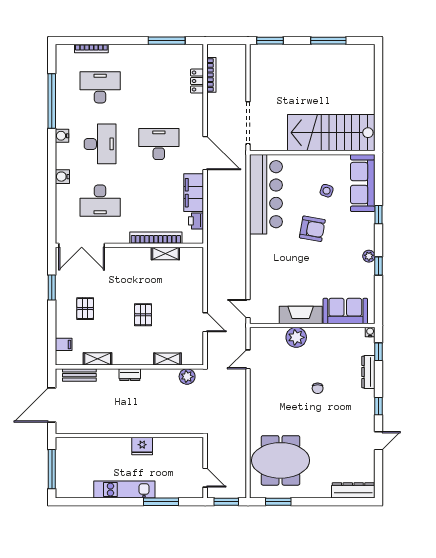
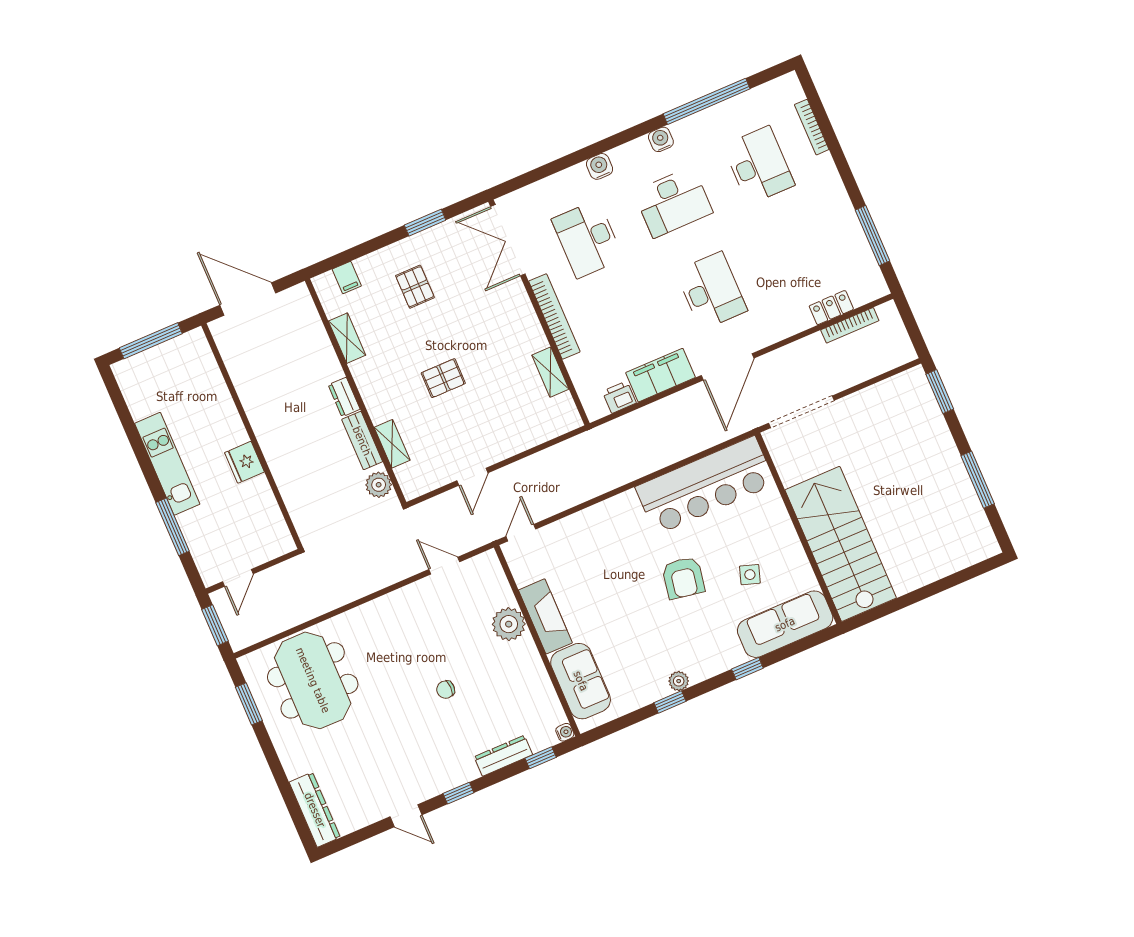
bookcase: (156, 238) -> (554, 316), moved
pallet: (85, 309) -> (415, 287), turned 90
bench: (79, 375) -> (362, 441), moved

